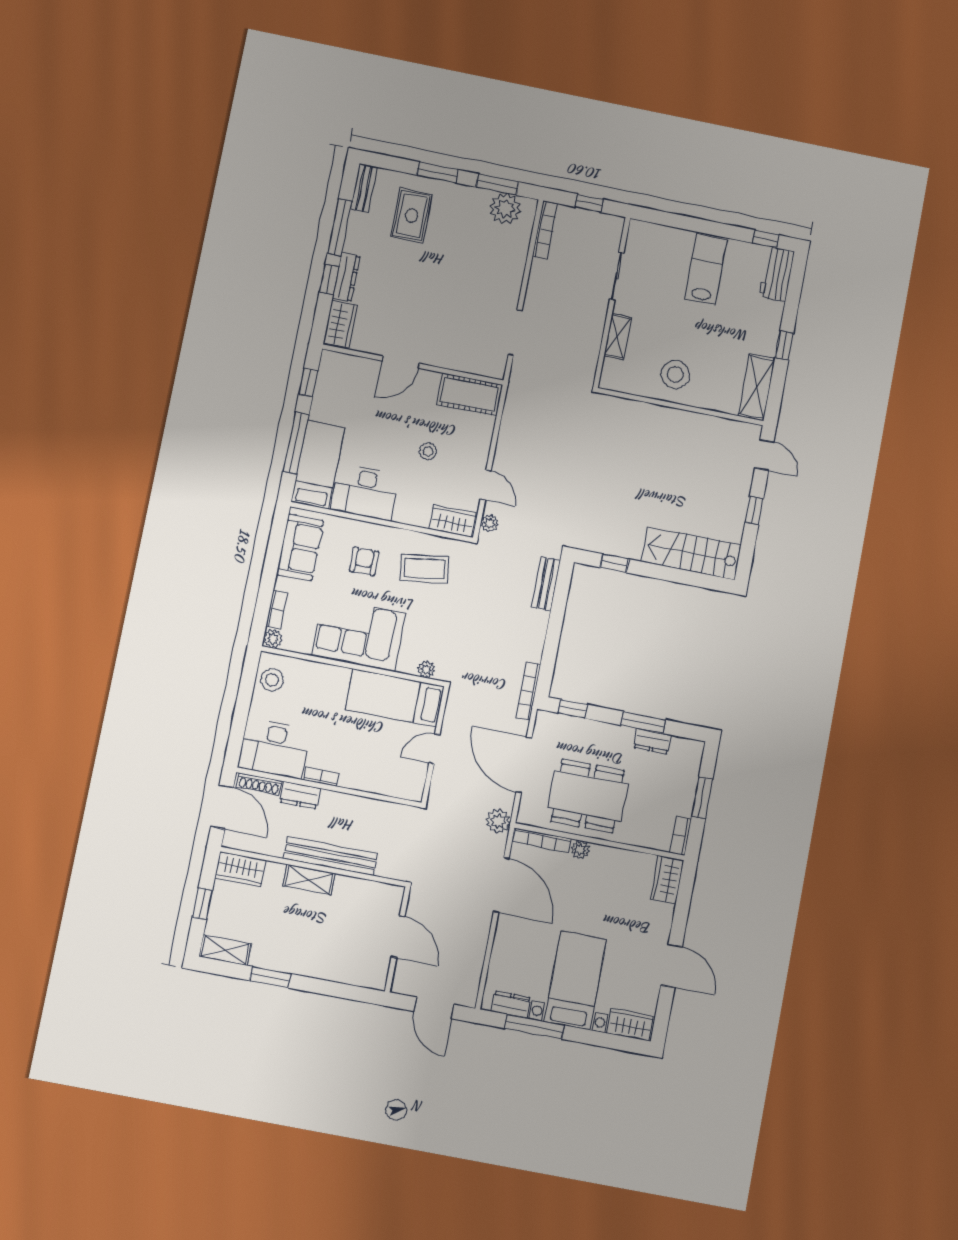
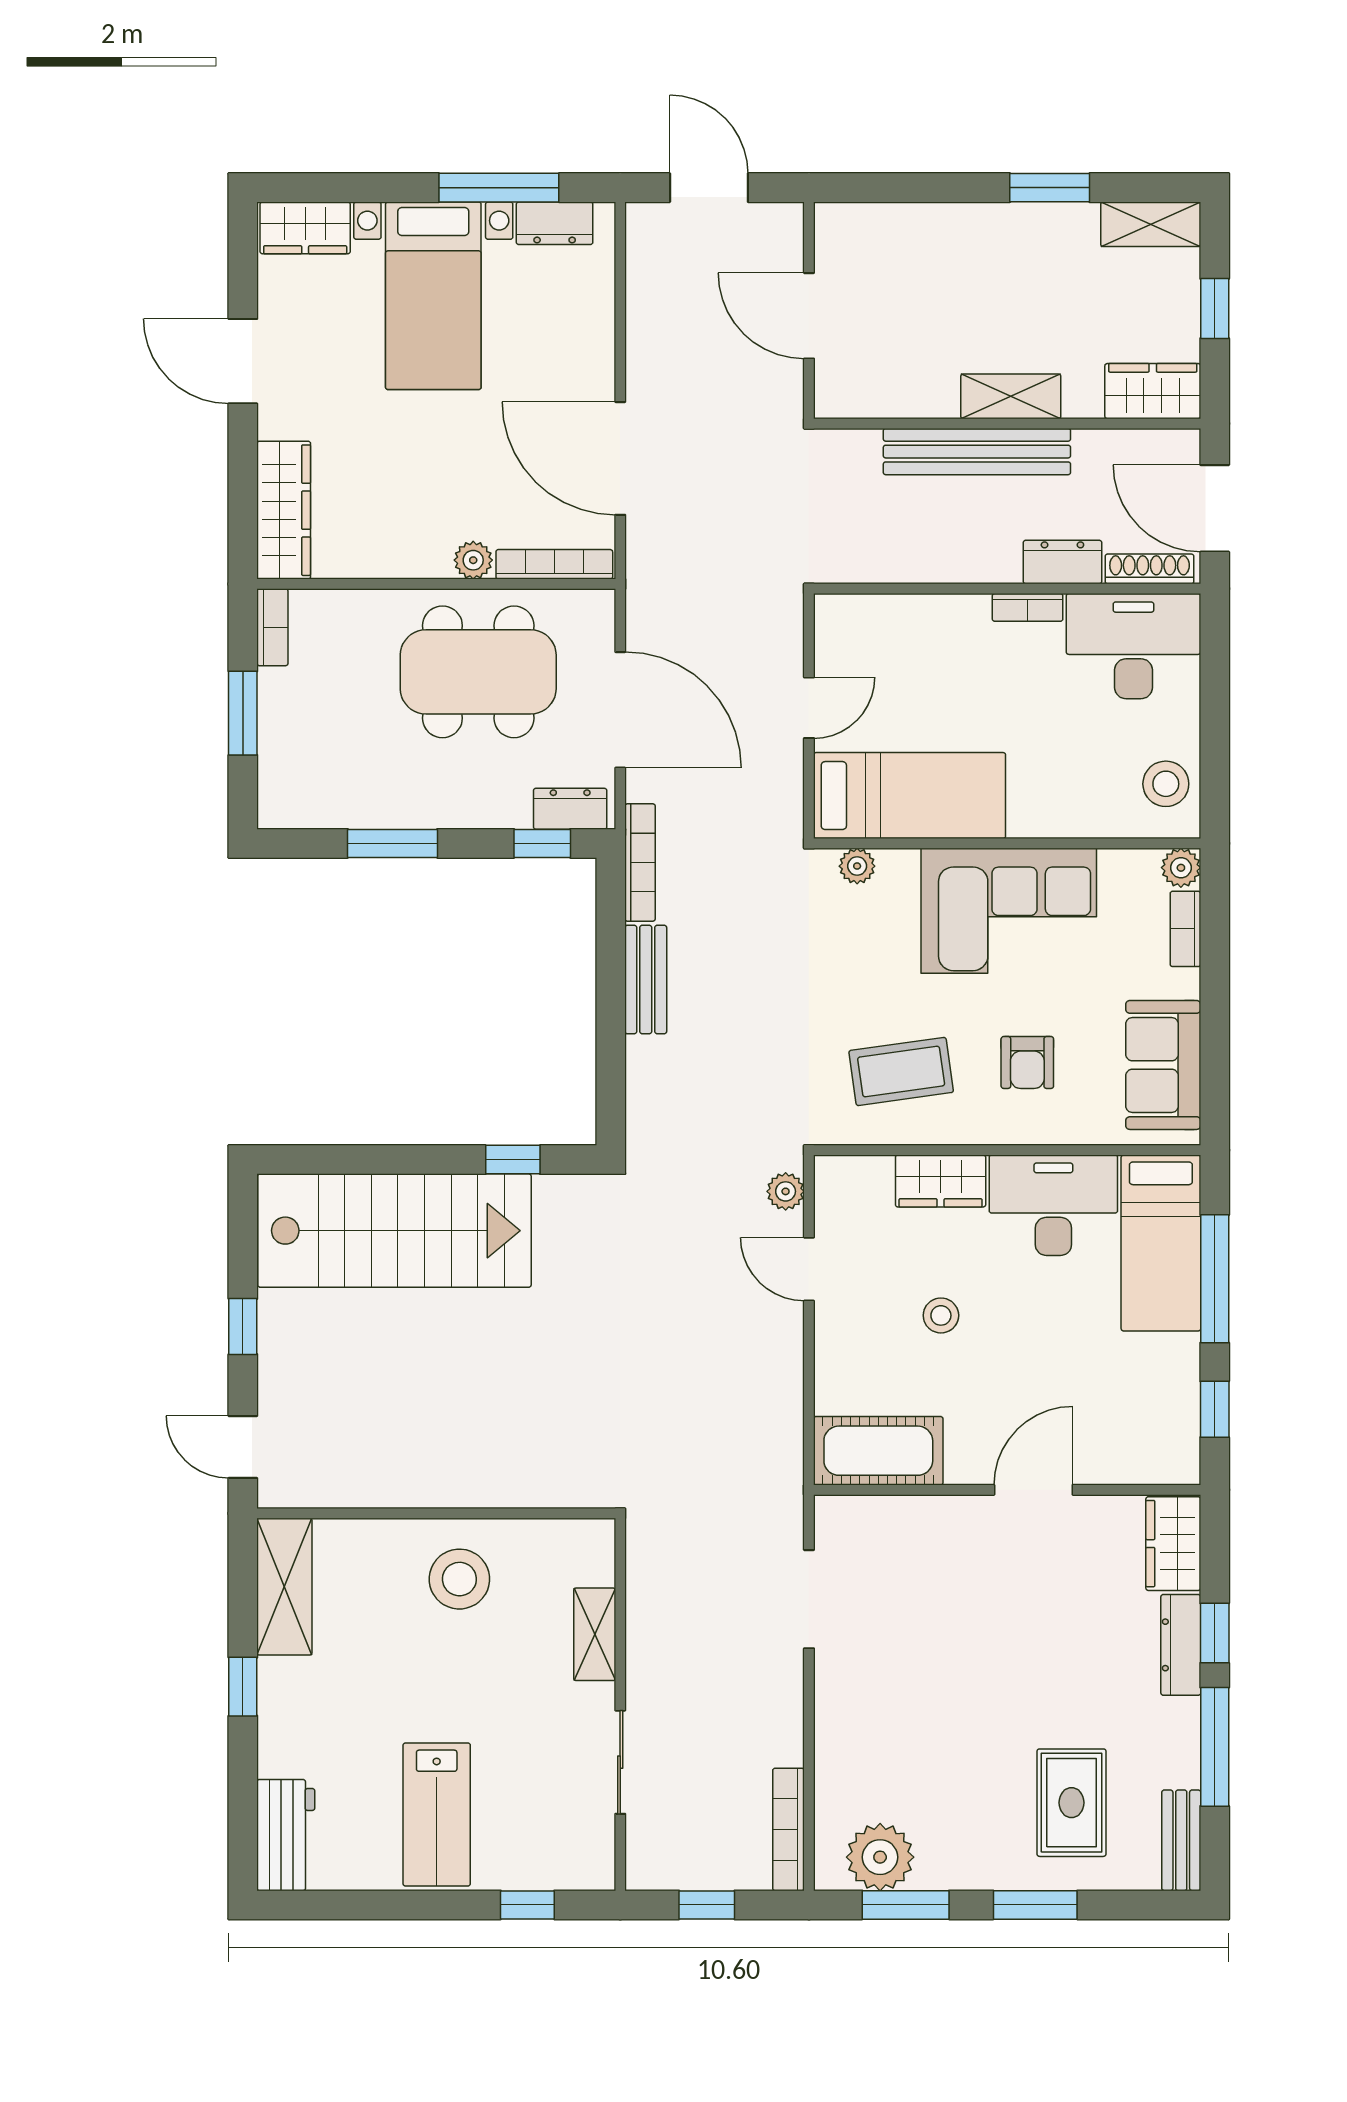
window: (766, 239) -> (527, 1905), moved
wardrobe: (452, 521) -> (941, 1181), moved
stairs: (691, 553) -> (394, 1231), width x1.36, depth x1.51
bench: (546, 584) -> (646, 979), moved
dresser: (652, 741) -> (570, 809), moved
plant: (498, 821) -> (651, 586), removed
wardrobe: (667, 880) -> (284, 510), width x1.50

